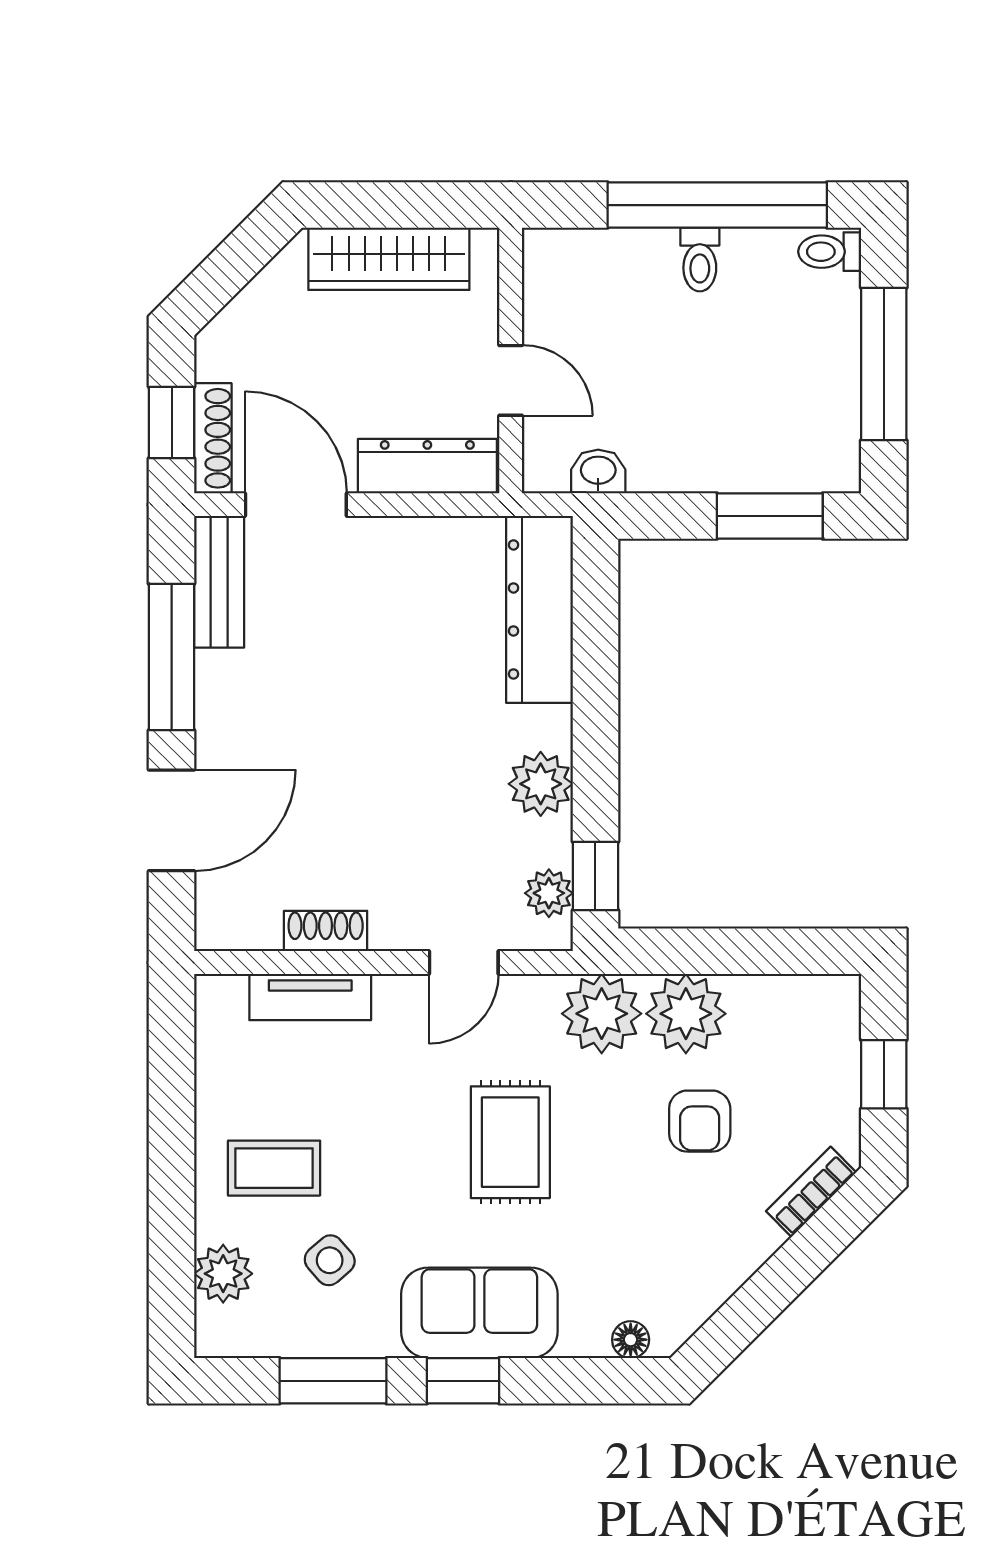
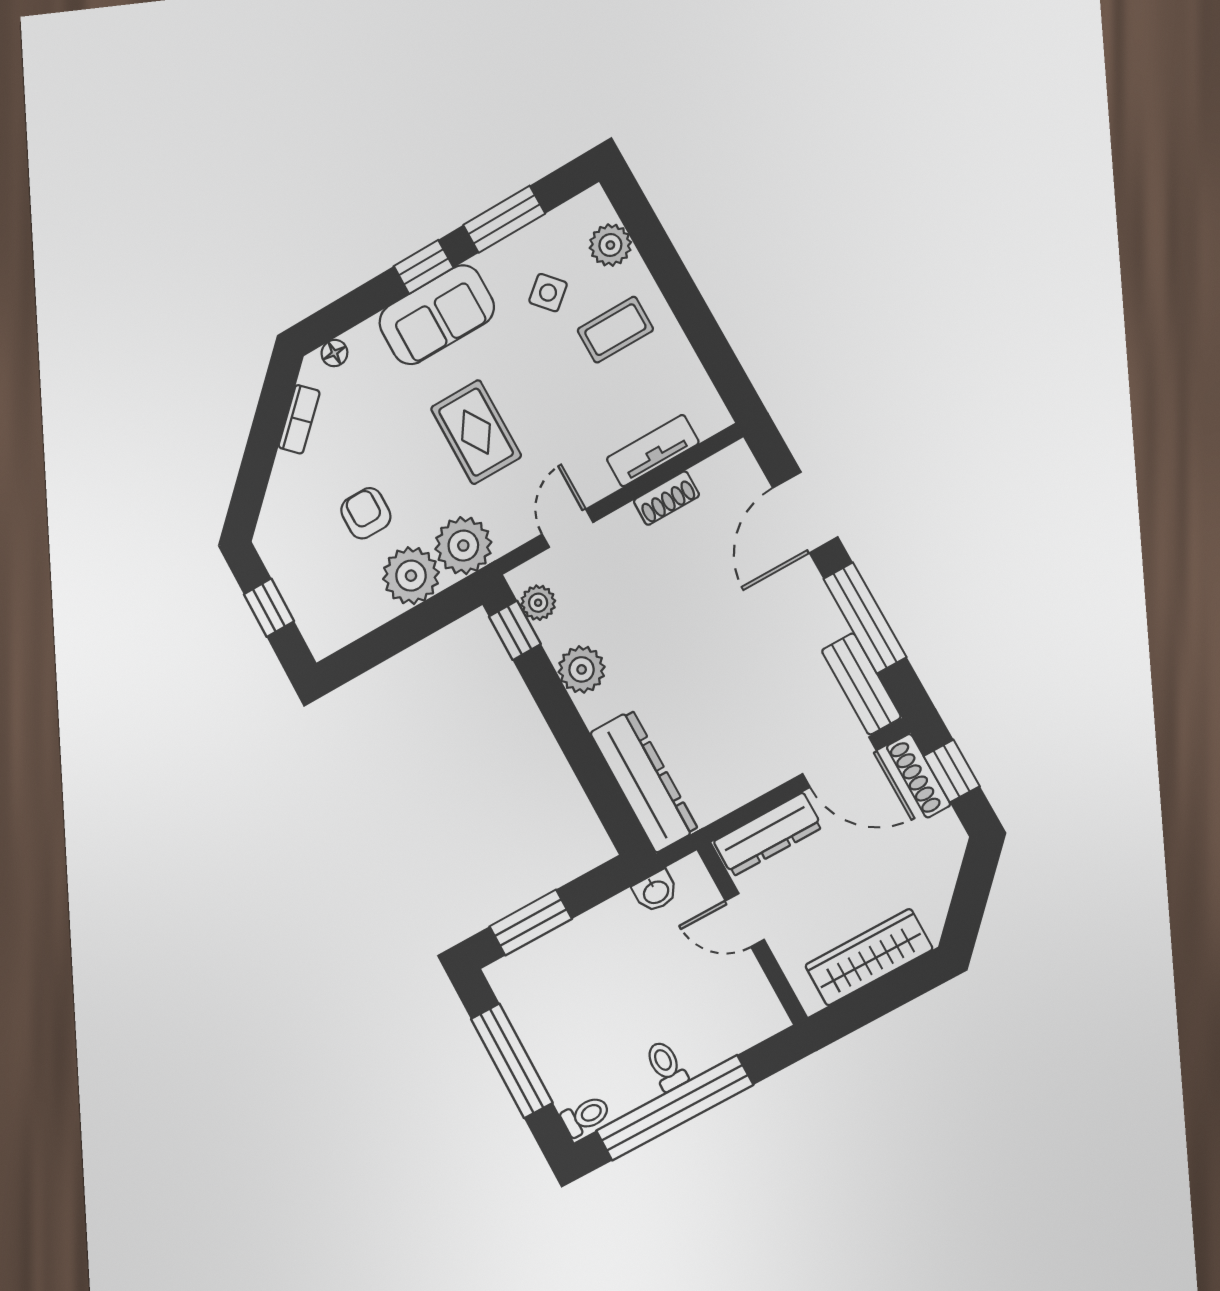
bookcase: (811, 1192) -> (299, 419), moved

